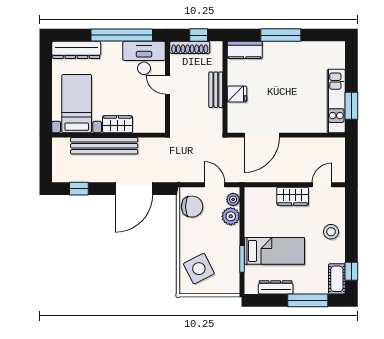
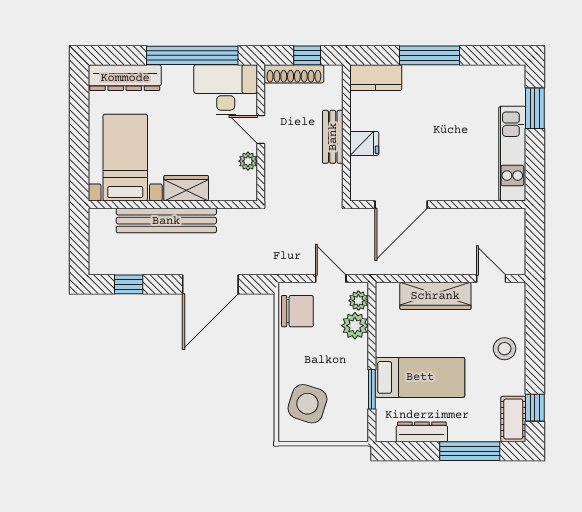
plant: (159, 106) -> (248, 161), added
window: (351, 106) -> (535, 108), moved
door: (322, 185) -> (491, 279), hinge flipped
wardrobe: (293, 196) -> (435, 296), width x1.50
side table: (199, 269) -> (307, 404), turned 45

